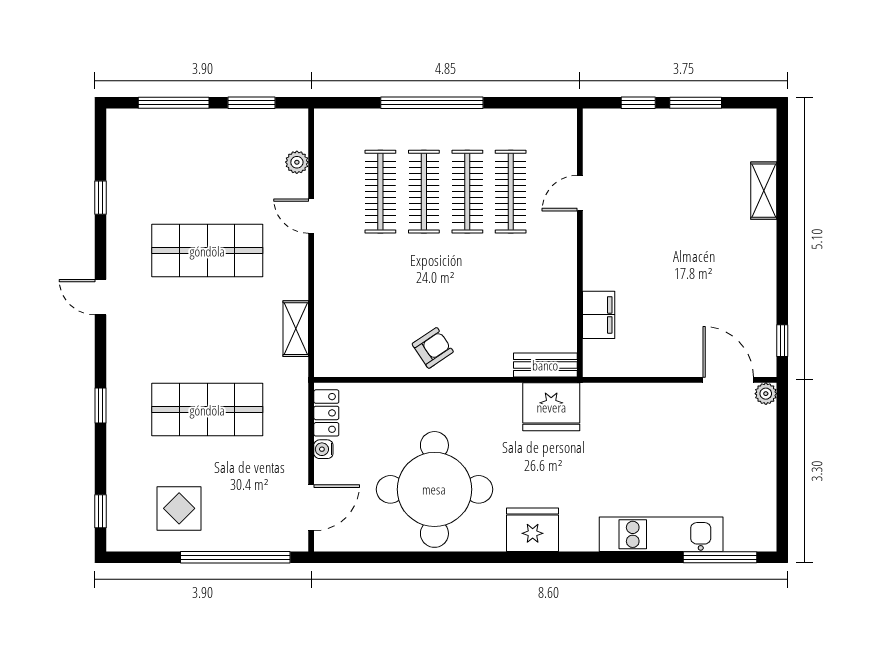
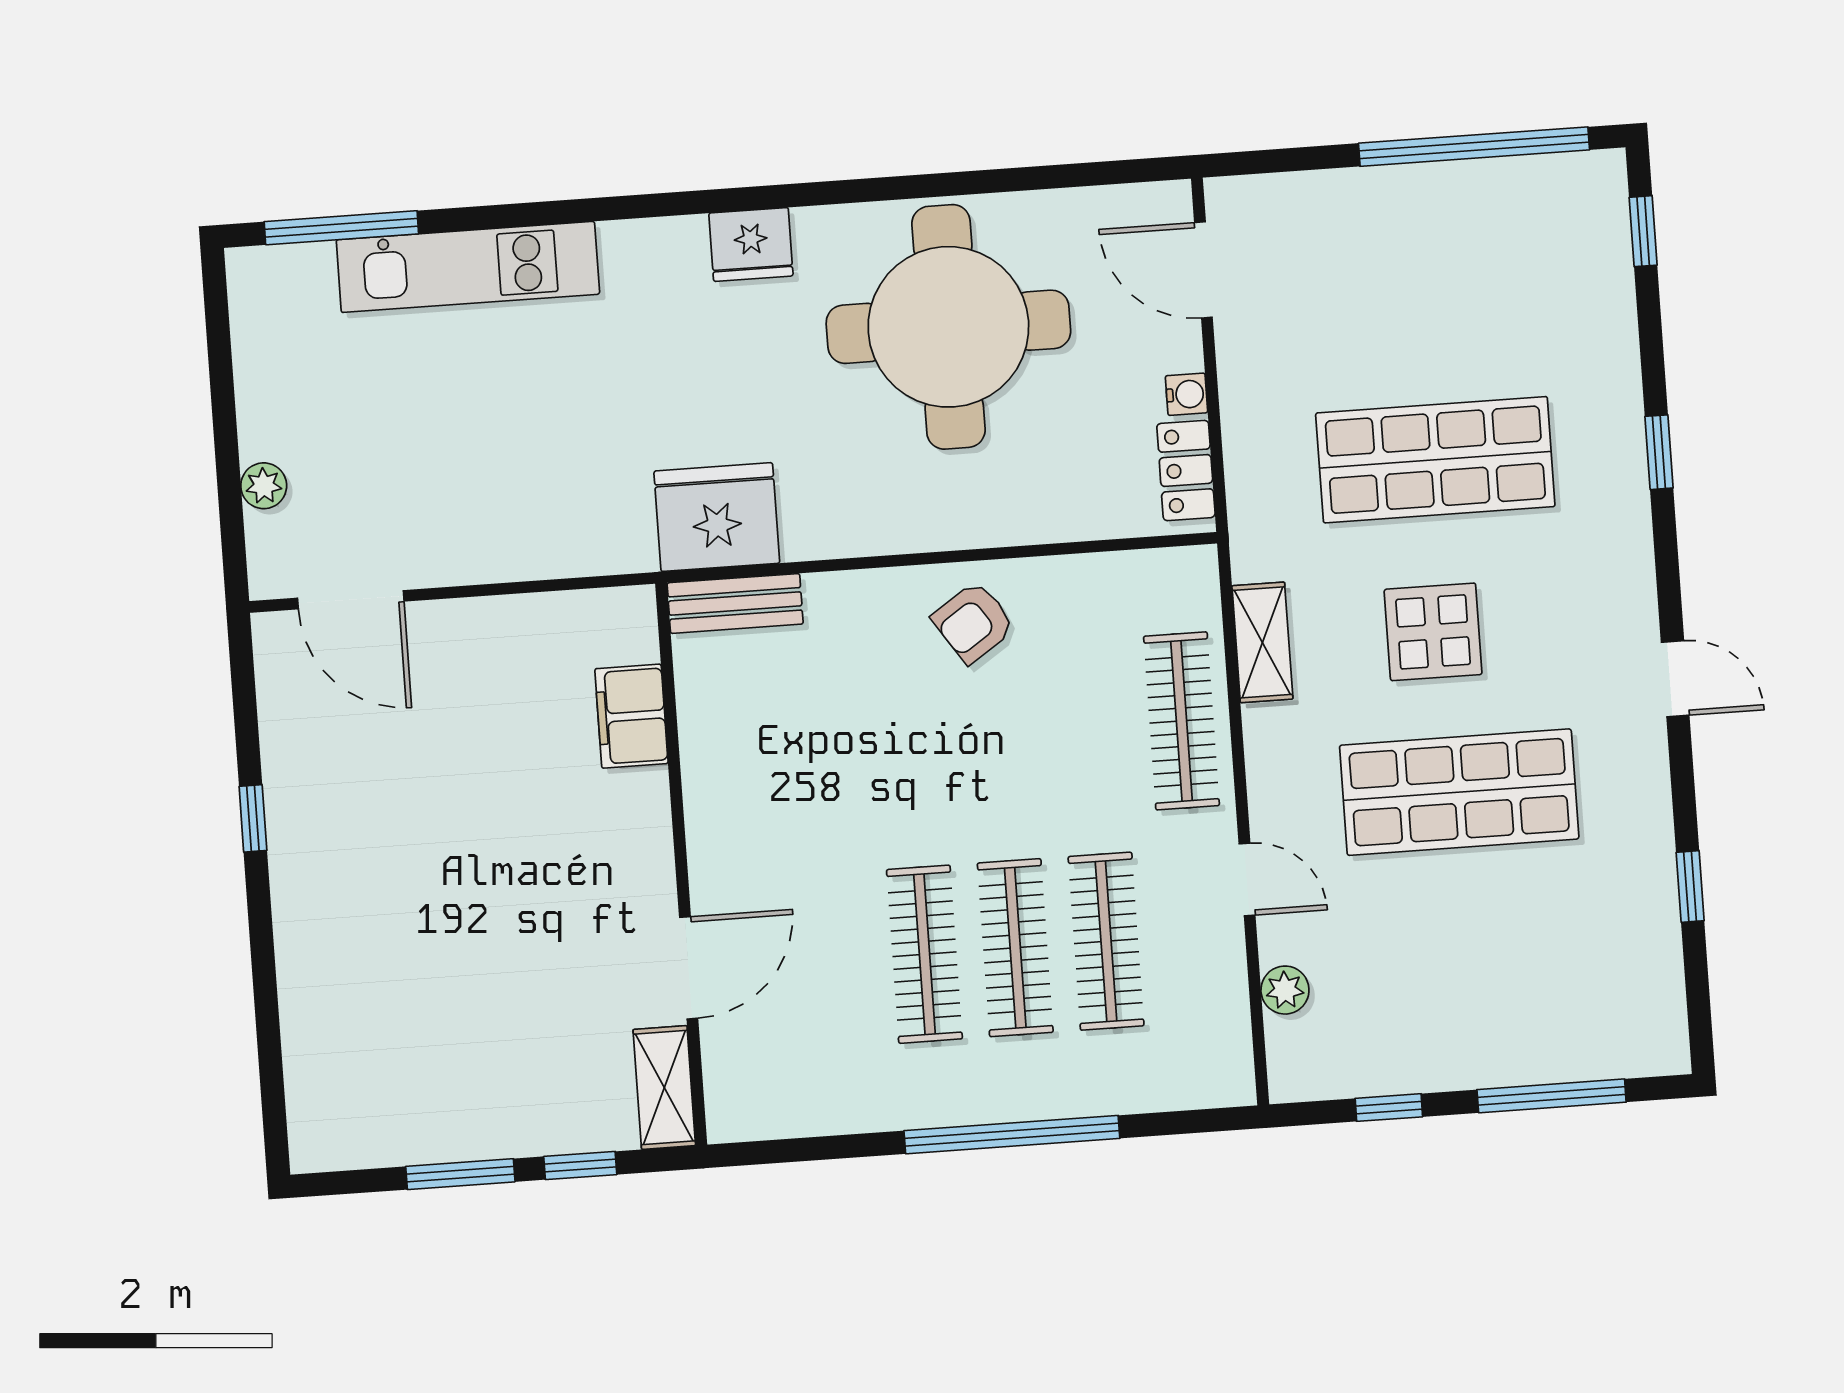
window: (251, 103) -> (1389, 1108), width x0.67
shelving: (764, 191) -> (664, 1088), moved
clothes rail: (511, 192) -> (1182, 721), moved
door: (580, 193) -> (689, 968), width x1.38
window: (782, 341) -> (253, 818), moved
plant: (766, 394) -> (264, 486), moved
display table: (179, 508) -> (1433, 632), moved
door: (311, 508) -> (1203, 270), hinge flipped
fridge: (533, 530) -> (751, 244), width x0.73, depth x0.75
window: (235, 557) -> (1474, 147), moved

